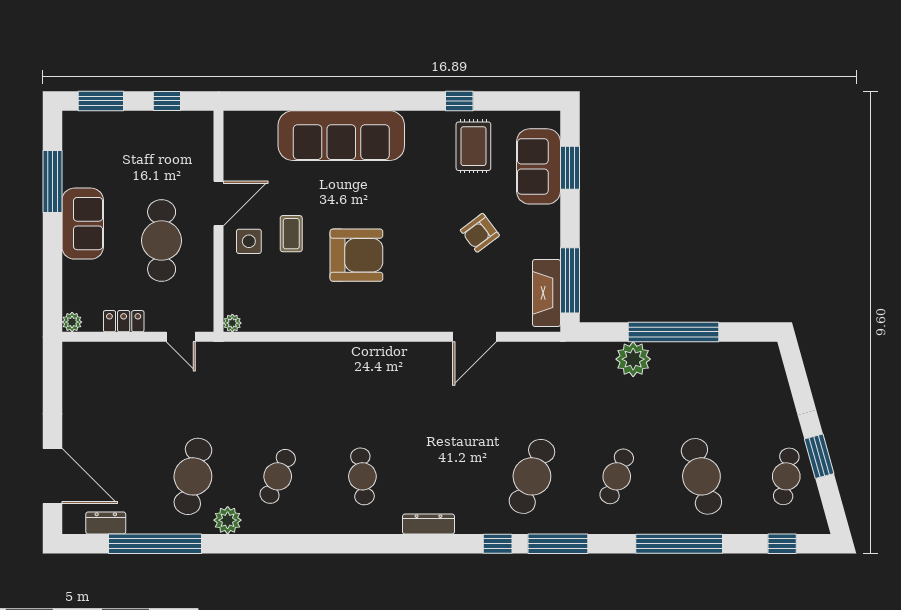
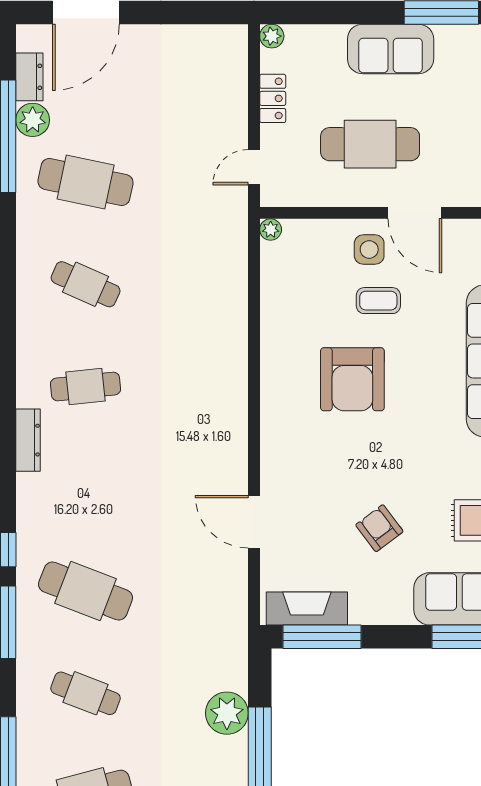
plant: (228, 520) -> (33, 120), moved
dresser: (428, 524) -> (28, 440), moved

